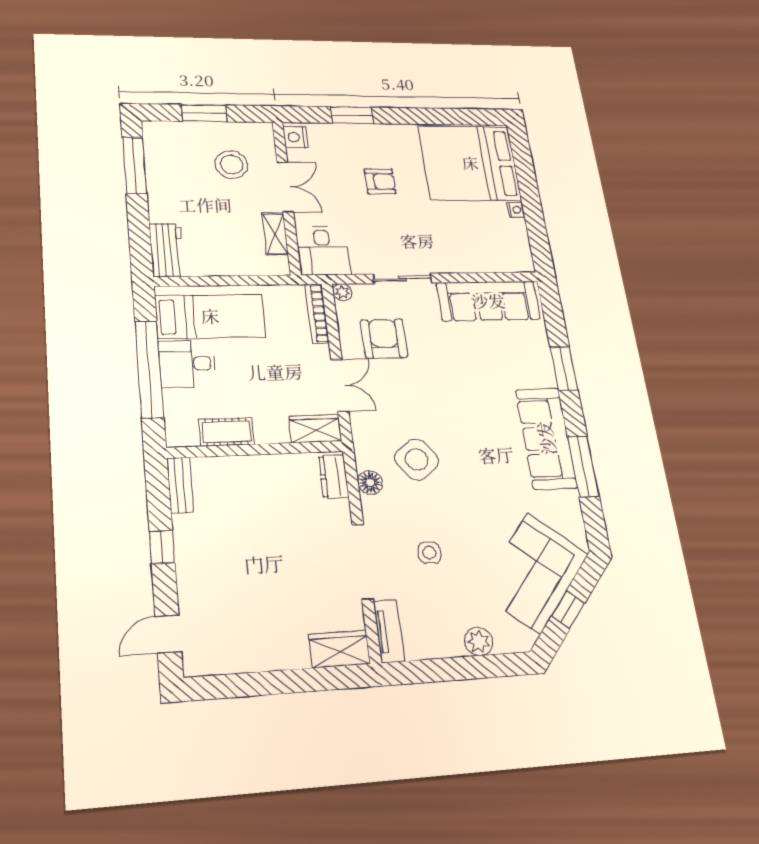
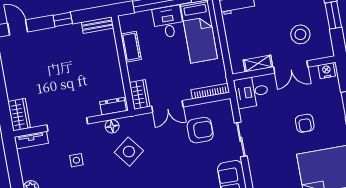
plant: (342, 292) -> (226, 105), removed

